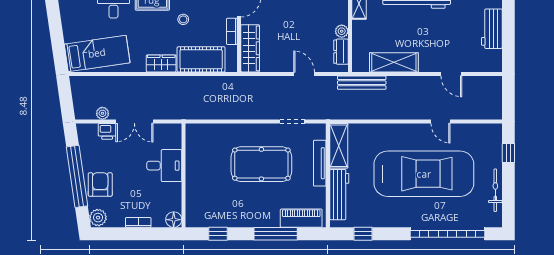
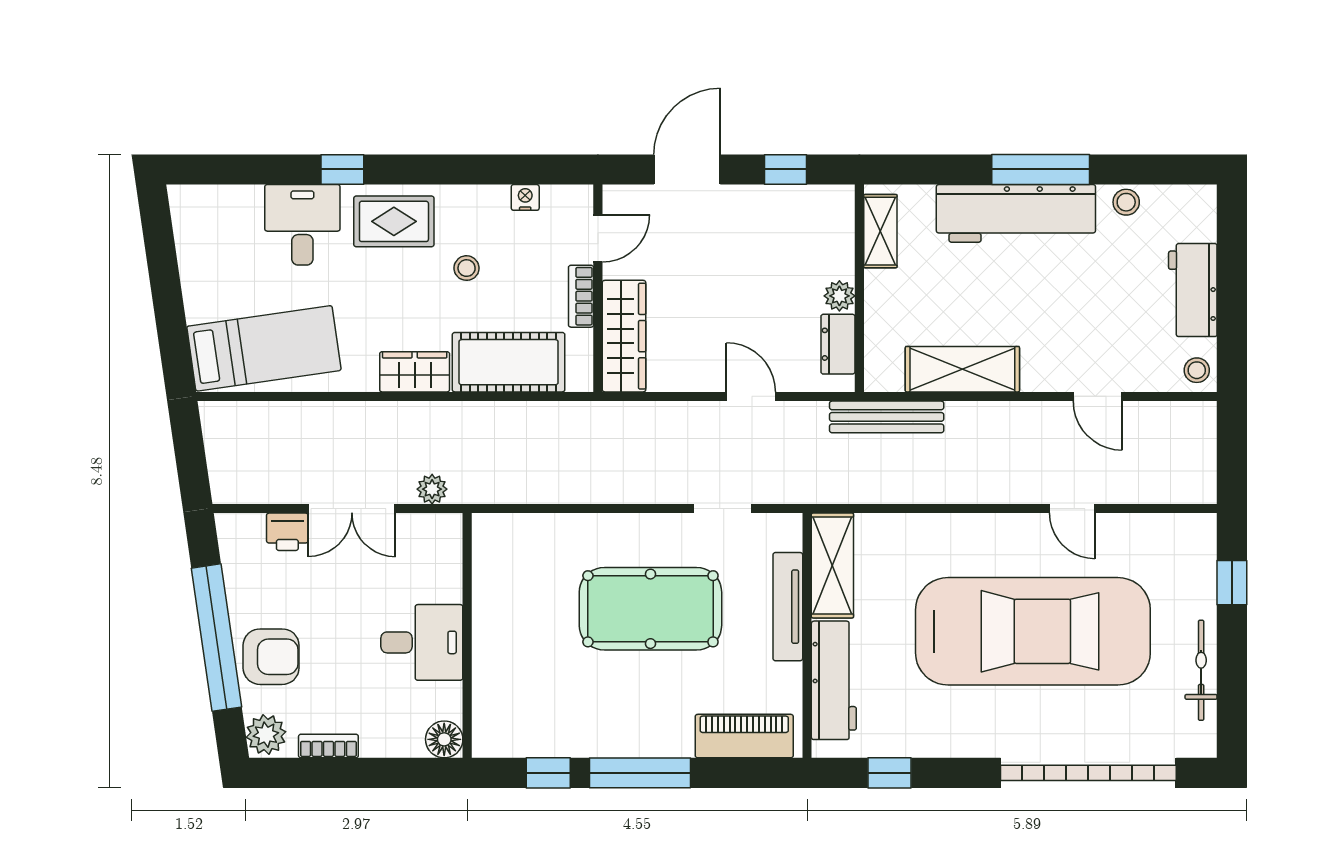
stool: (493, 63) -> (1197, 370), added
plant: (102, 113) -> (432, 489), moved
desk: (164, 166) -> (422, 642), moved
armchair: (100, 184) -> (271, 657), turned 90
bookcase: (138, 222) -> (328, 746), moved
window: (276, 234) -> (640, 773), moved

